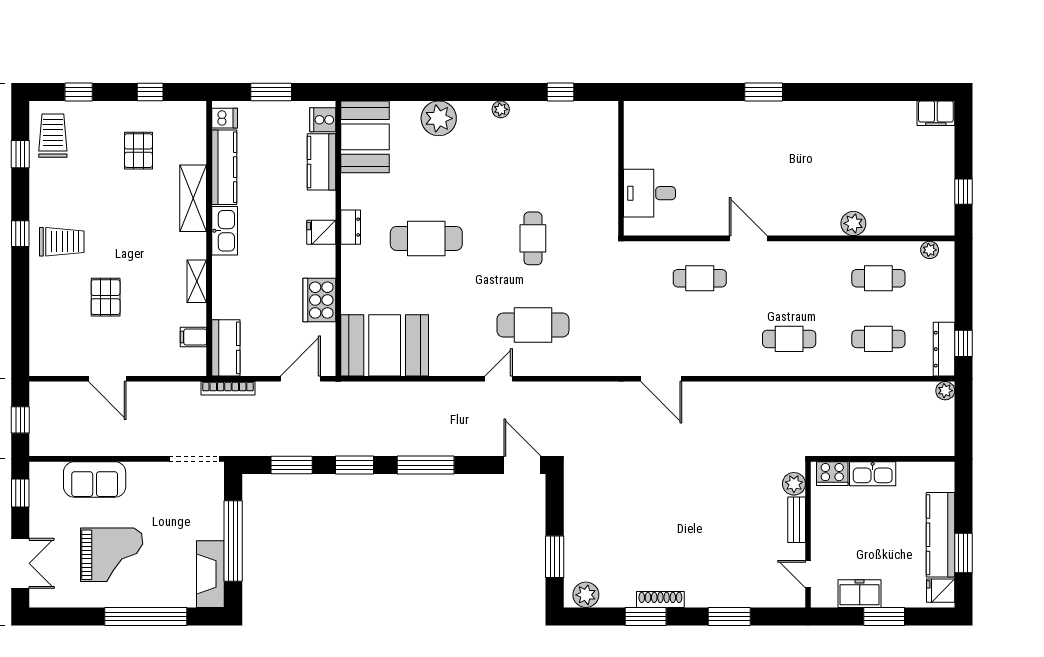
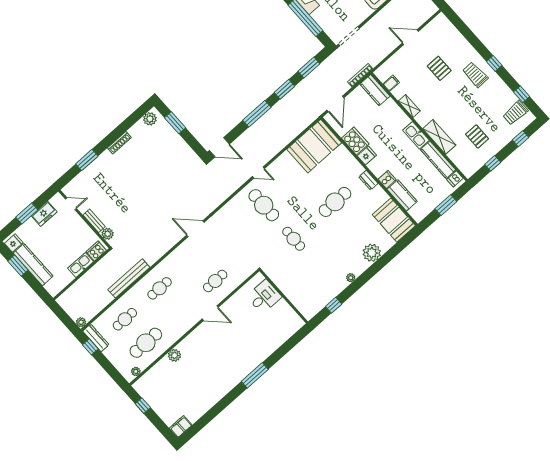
window: (764, 92) -> (255, 375), width x1.44
cooker: (323, 120) -> (387, 179), moved
trolley: (53, 136) -> (515, 113), turned 90
fridge: (321, 232) -> (367, 156), moved
trolley: (62, 242) -> (475, 75), turned 88
cafe table: (878, 278) -> (146, 343), width x1.37, depth x1.35
cafe table: (533, 325) -> (264, 205), turned 90
door: (499, 379) -> (258, 173), hinge flipped
bench: (821, 392) -> (129, 278), added
window: (646, 616) -> (119, 131), removed

